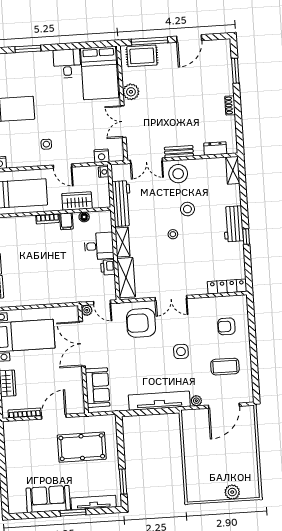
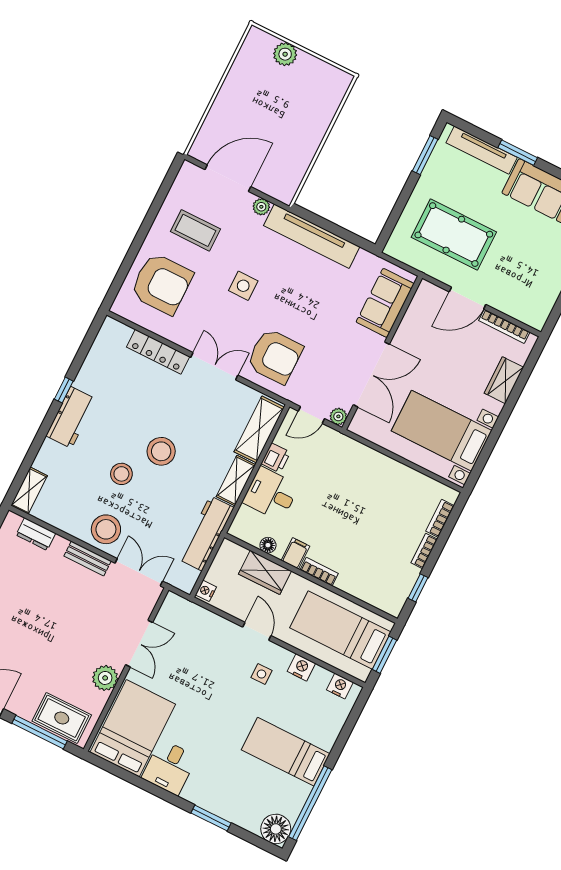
nightstand: (102, 156) -> (301, 667), moved
stool: (173, 234) -> (161, 451), width x1.89, depth x1.89
locker: (227, 287) -> (158, 352), moved
door: (102, 302) -> (311, 415), swing flipped
armchair: (226, 326) -> (162, 284), width x1.88, depth x1.88

